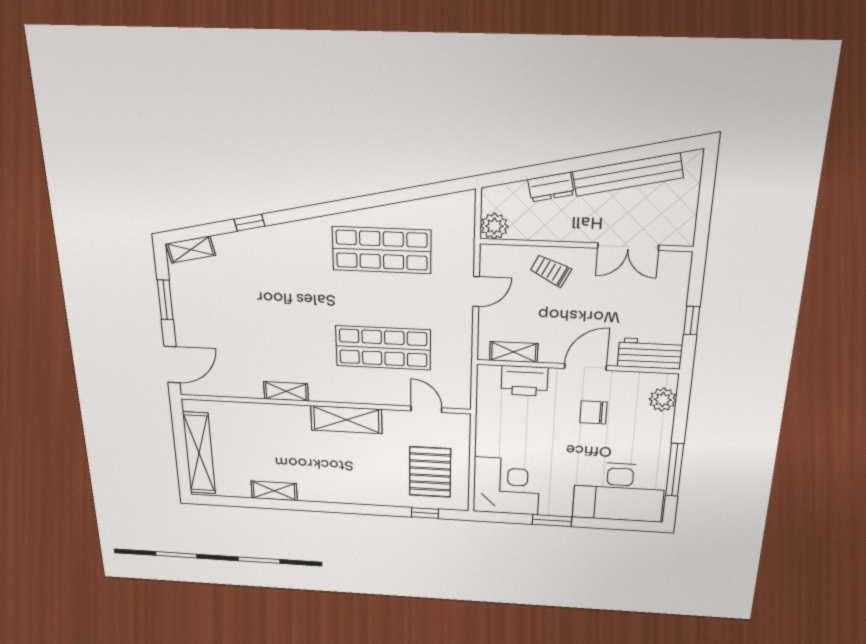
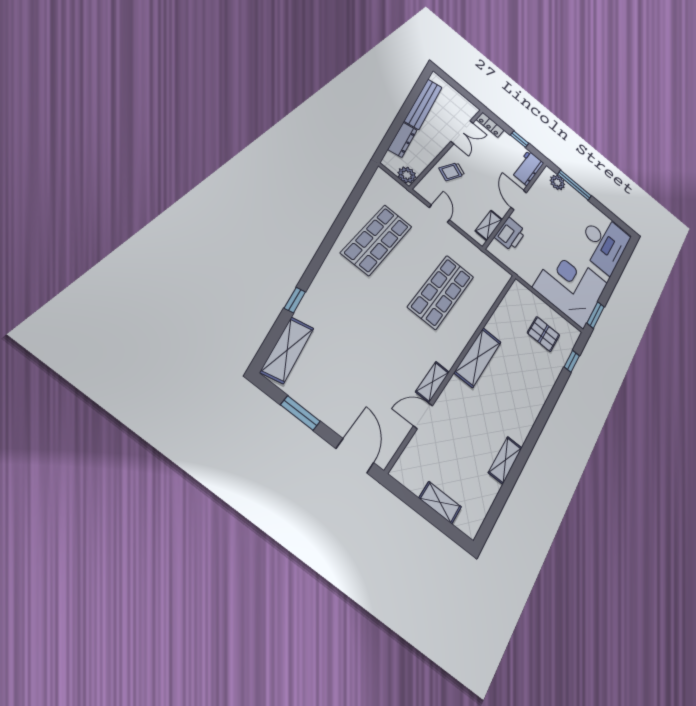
dresser: (551, 187) -> (403, 140), width x1.44
shelving: (191, 250) -> (287, 350), width x1.50, depth x1.33
locker: (679, 272) -> (490, 125), added
door: (426, 409) -> (423, 416), moved
chair: (593, 412) -> (548, 217), removed
shelving: (199, 453) -> (440, 502), width x0.45, depth x0.75
window: (675, 470) -> (574, 185), moved
pallet: (430, 472) -> (544, 334), width x0.67, depth x0.71
corner desk: (506, 486) -> (571, 285), width x1.36, depth x1.36
window: (552, 521) -> (596, 315), moved

